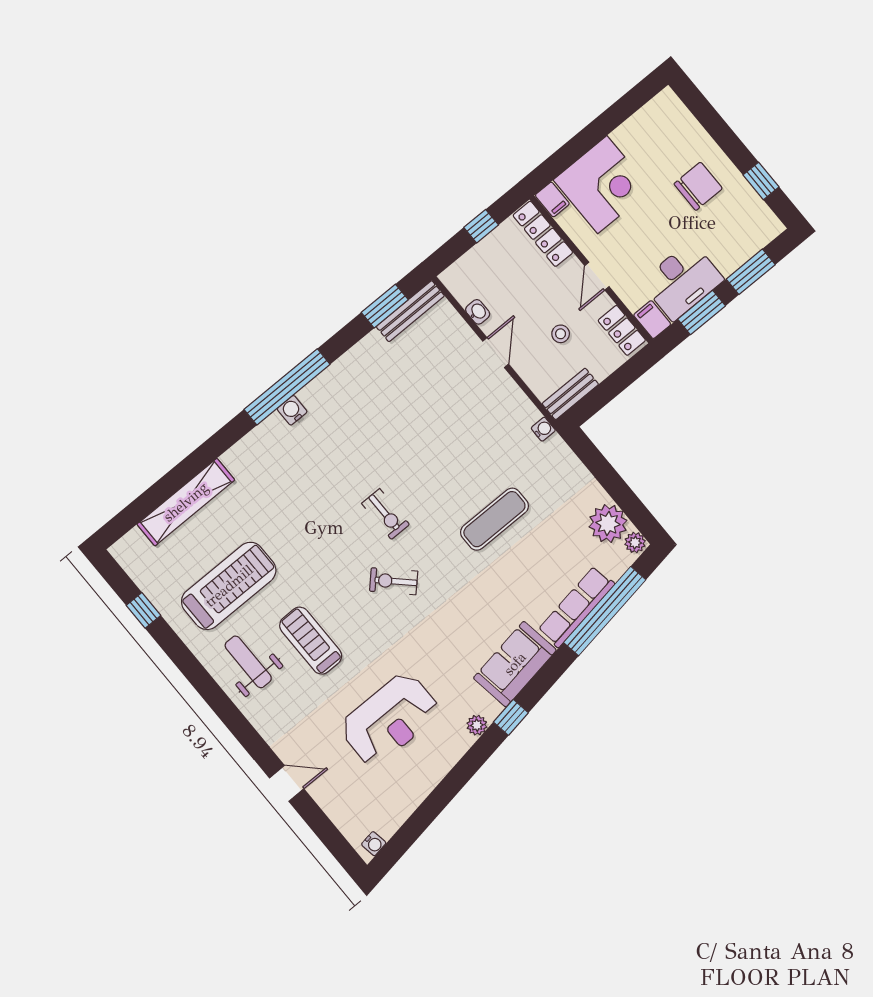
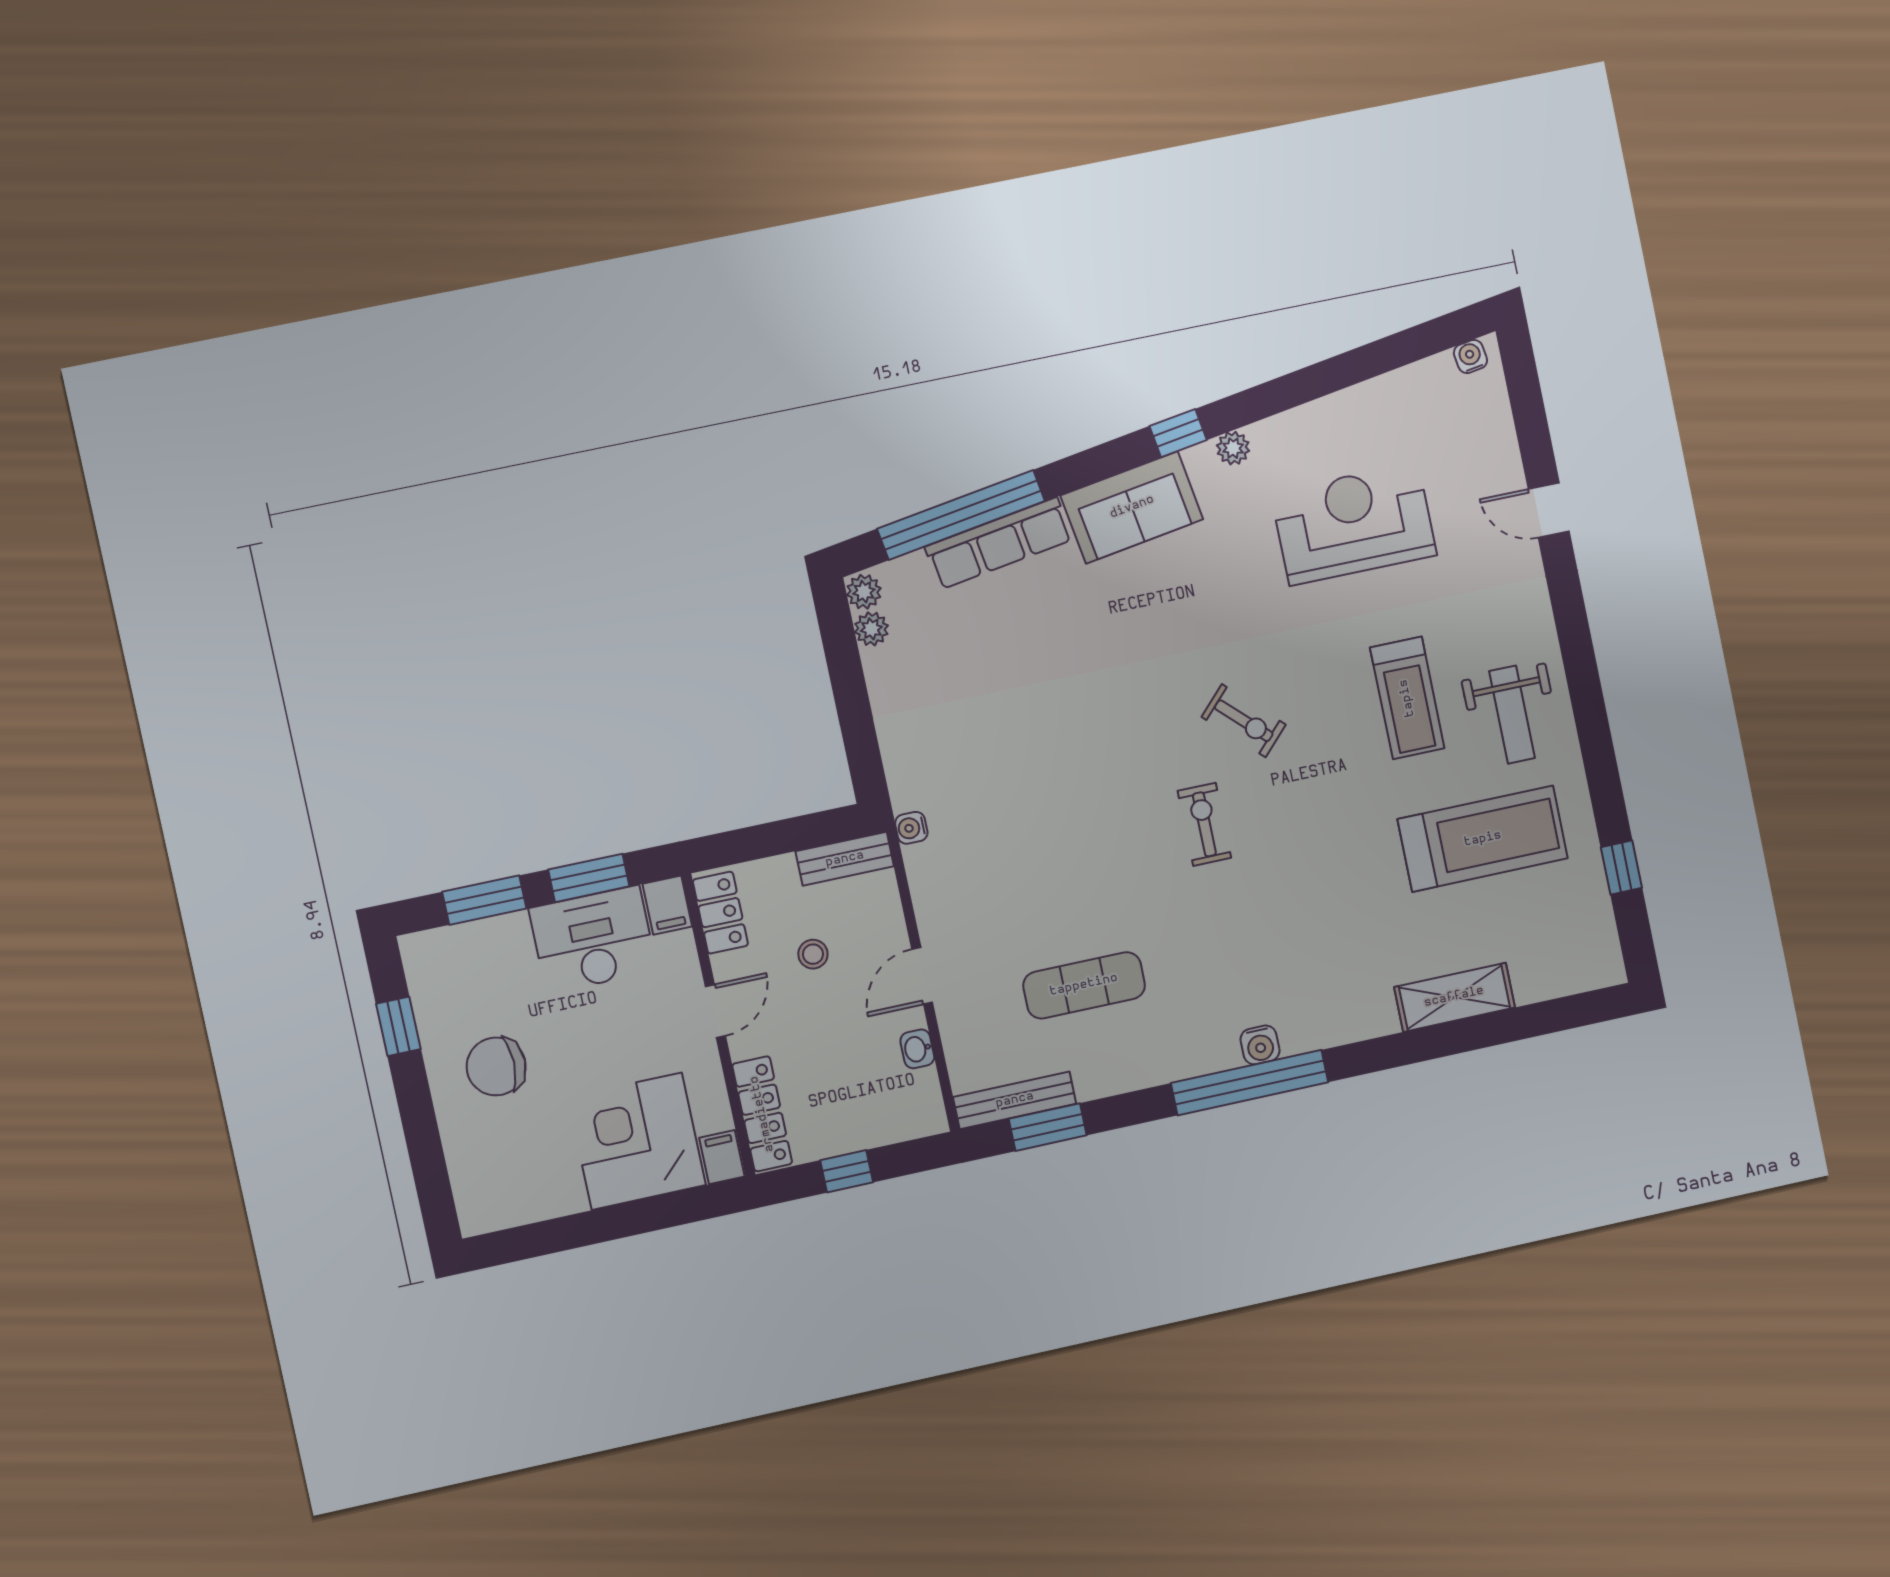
shelving: (186, 502) -> (1454, 997), width x0.68
exercise mat: (494, 519) -> (1084, 985), moved
plant: (608, 524) -> (871, 629), width x0.53, depth x0.53
treadmill: (229, 586) -> (1483, 839), turned 180

